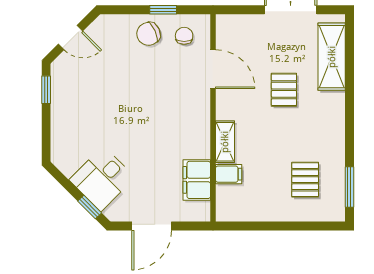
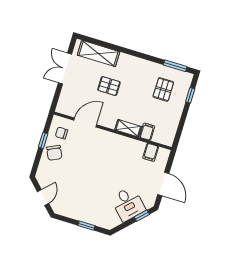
window: (46, 90) -> (86, 226), moved
filing cabinet: (197, 180) -> (151, 152), width x0.50
pallet: (305, 180) -> (163, 89), turned 90
window: (309, 226) -> (190, 95), added

